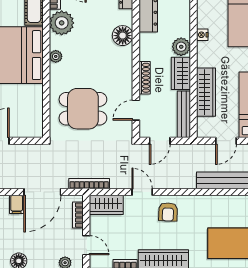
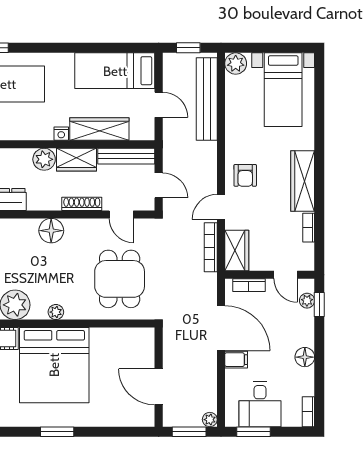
nightstand: (202, 35) -> (61, 134), moved
floor lamp: (123, 36) -> (51, 231), moved
bookcase: (89, 184) -> (211, 247), moved
armchair: (168, 212) -> (245, 175), turned 88
door: (86, 245) -> (286, 275), swing flipped

